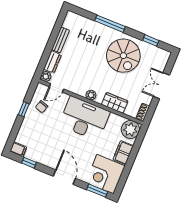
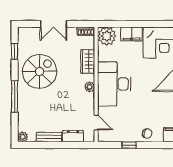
plant: (46, 76) -> (23, 137), moved
chair: (42, 107) -> (147, 134), moved

